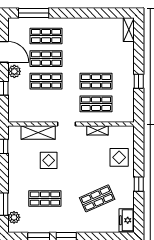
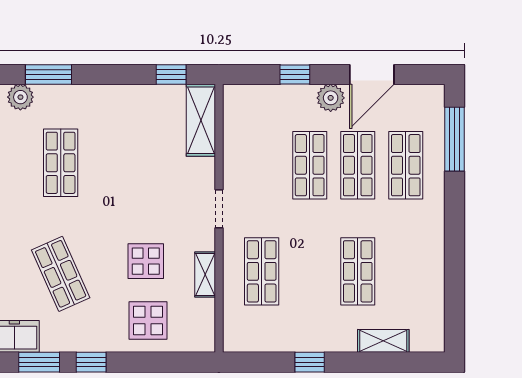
shelving: (129, 30) -> (383, 341), moved
shop shelf: (96, 81) -> (358, 271), moved
shelving: (38, 132) -> (201, 120), moved
display table: (49, 160) -> (146, 261), moved
window: (139, 209) -> (39, 362), added

